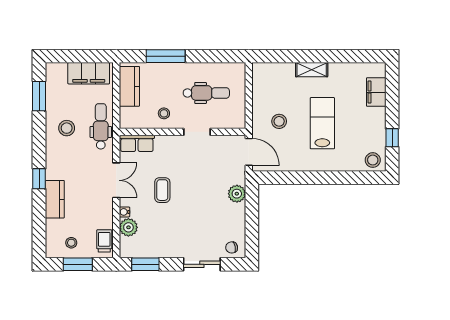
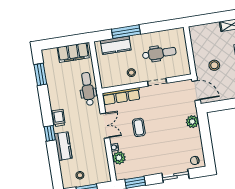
kitchen counter: (129, 86) -> (116, 45), moved, turned 90
stool: (67, 128) -> (64, 94), removed
row of seats: (137, 143) -> (121, 96), width x1.48
trolley: (104, 241) -> (59, 118), moved

